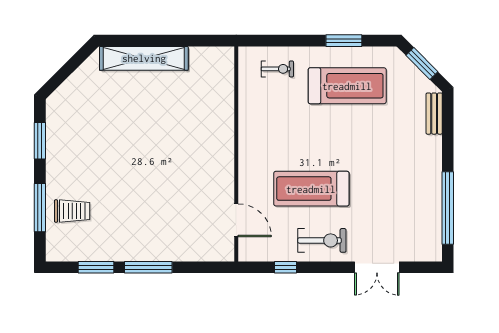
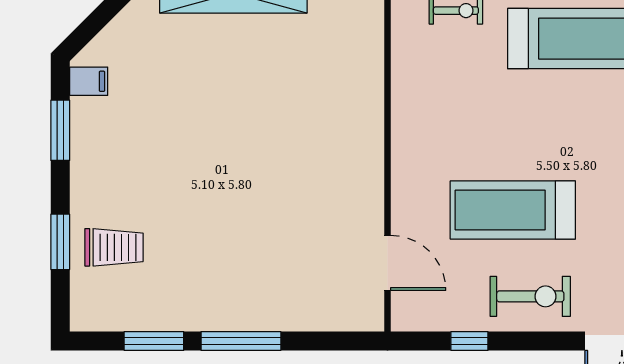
filing cabinet: (57, 111) -> (89, 81), added
window: (40, 208) -> (60, 242), width x0.69

